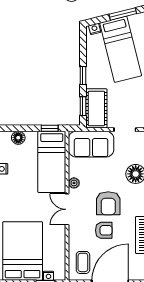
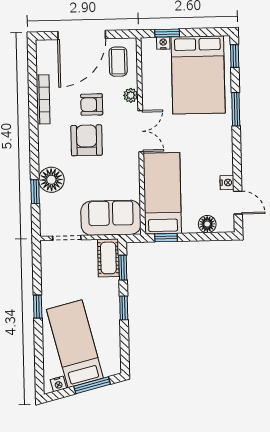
window: (123, 14) -> (92, 385), moved
nightstand: (95, 29) -> (58, 384), moved
cot: (96, 108) -> (108, 258), width x0.73, depth x0.75
plant: (74, 183) -> (131, 95), moved

